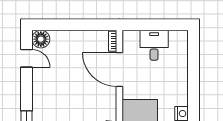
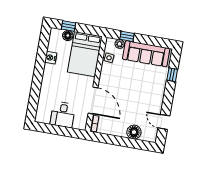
floor lamp: (41, 39) -> (134, 132), moved

